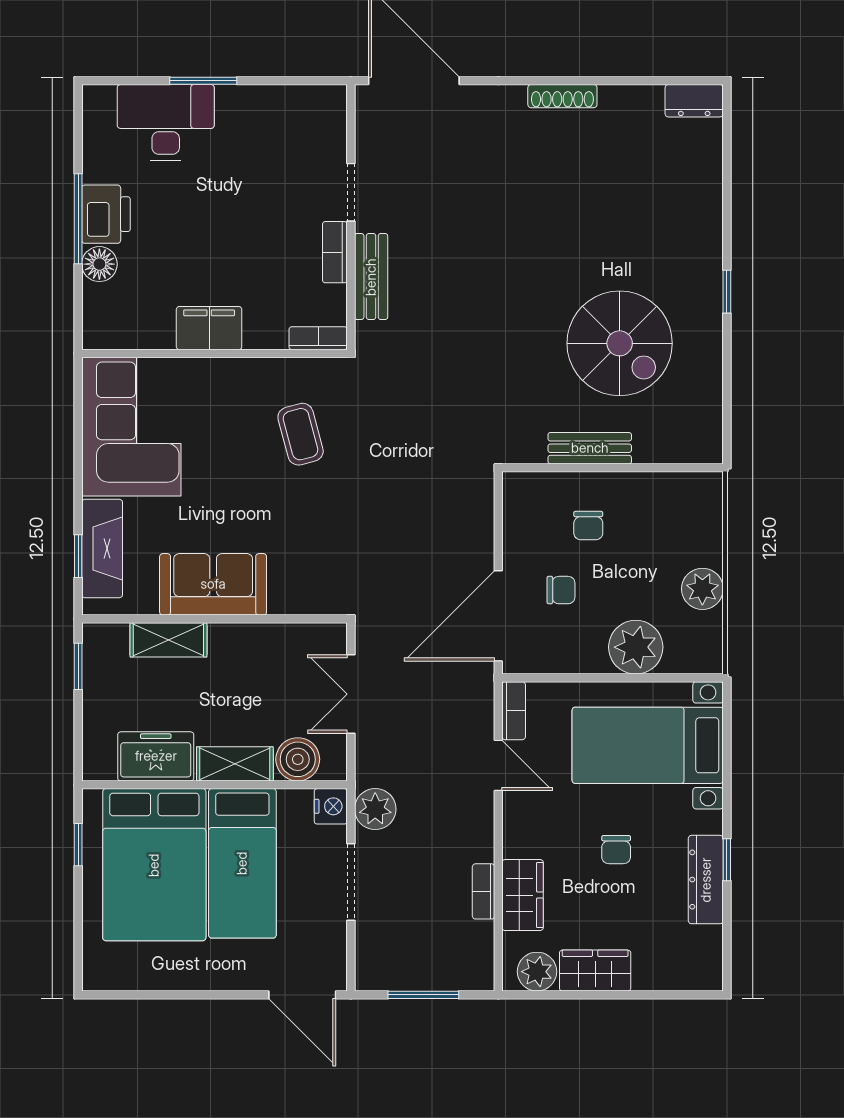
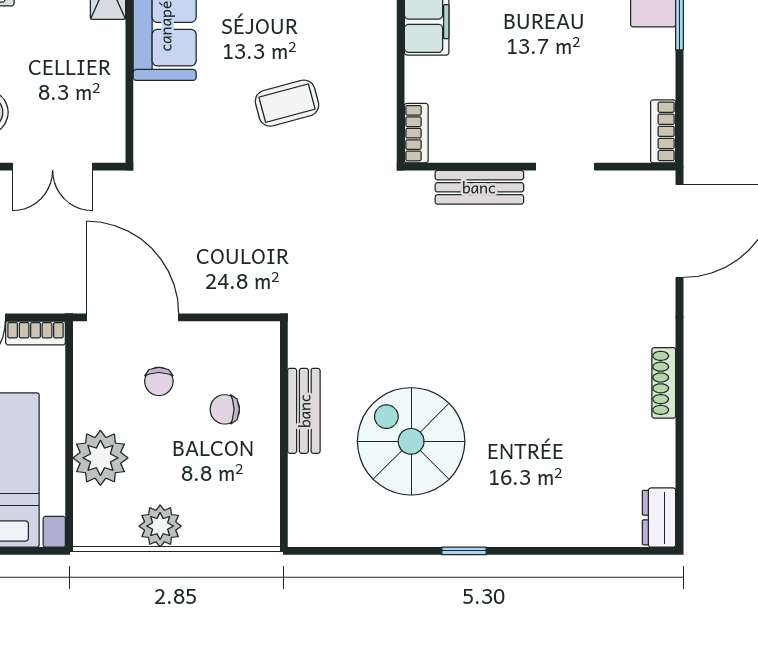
bookcase: (335, 252) -> (663, 131), moved, turned -90
spiral stairs: (620, 343) -> (411, 441), turned 90
coffee table: (301, 434) -> (287, 103), moved
double door: (351, 694) -> (53, 167), swing flipped

